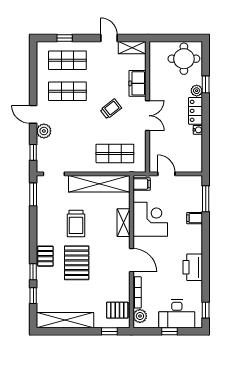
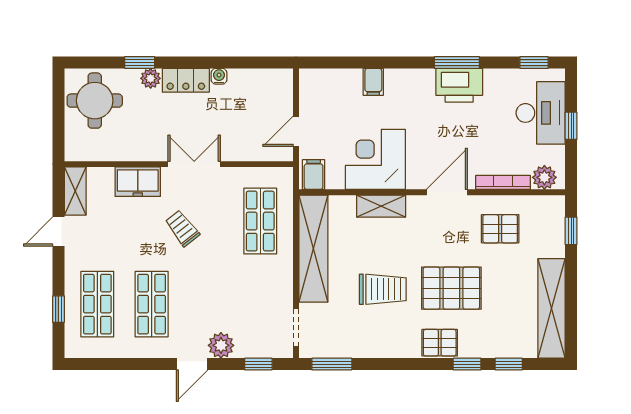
window: (206, 199) -> (457, 63), moved
pallet: (117, 310) -> (500, 229), moved, turned 90

